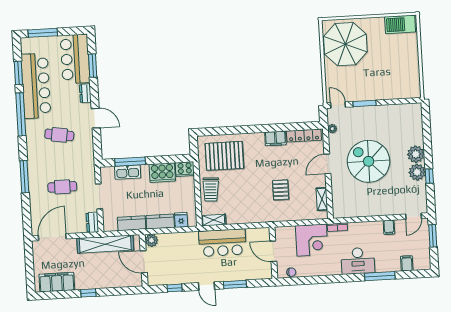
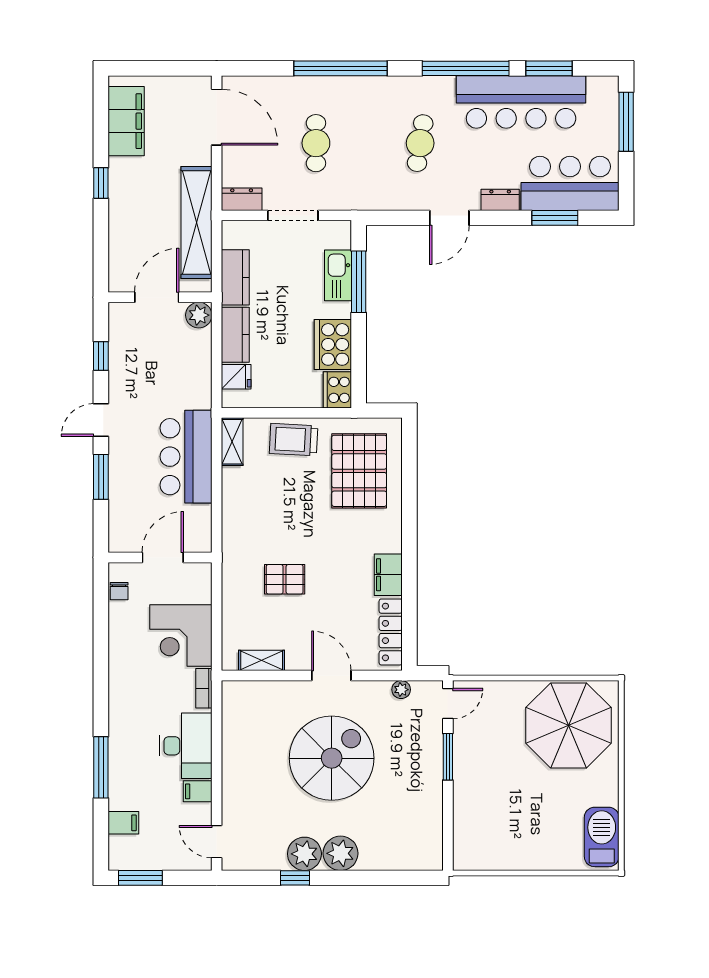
window: (24, 177) -> (341, 68), width x1.46
window: (433, 236) -> (140, 878), moved
desk: (358, 261) -> (186, 746), moved, turned 180

